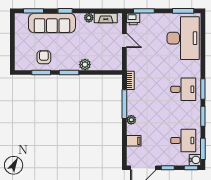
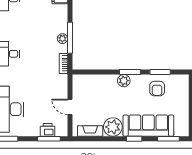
plant: (89, 18) -> (113, 127), width x1.87, depth x1.87
printer: (133, 19) -> (48, 130), moved
plant: (85, 65) -> (124, 81), moved
plant: (131, 120) -> (62, 39), moved

